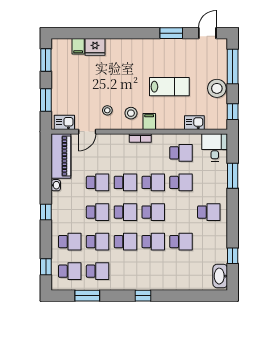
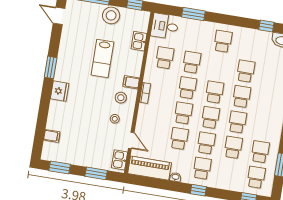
window: (171, 33) -> (51, 67), moved
fridge: (95, 47) -> (60, 91), moved
lab bench: (169, 87) -> (102, 59), turned 180
school desk: (70, 242) -> (202, 168), moved

